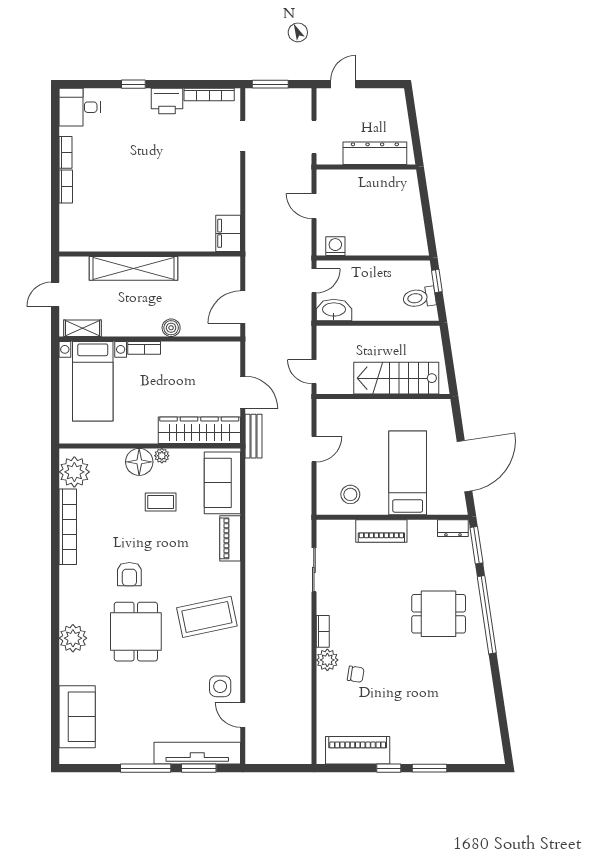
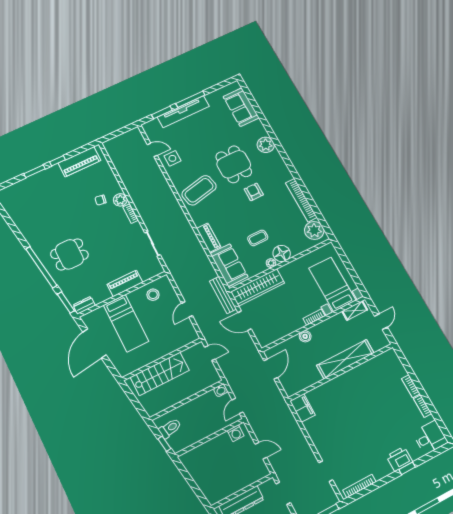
printer: (167, 101) -> (399, 459), moved
washbasin: (334, 310) -> (221, 390), width x0.52, depth x0.69
bench: (253, 436) -> (223, 295), width x1.36
tv unit: (197, 753) -> (183, 112), moved

